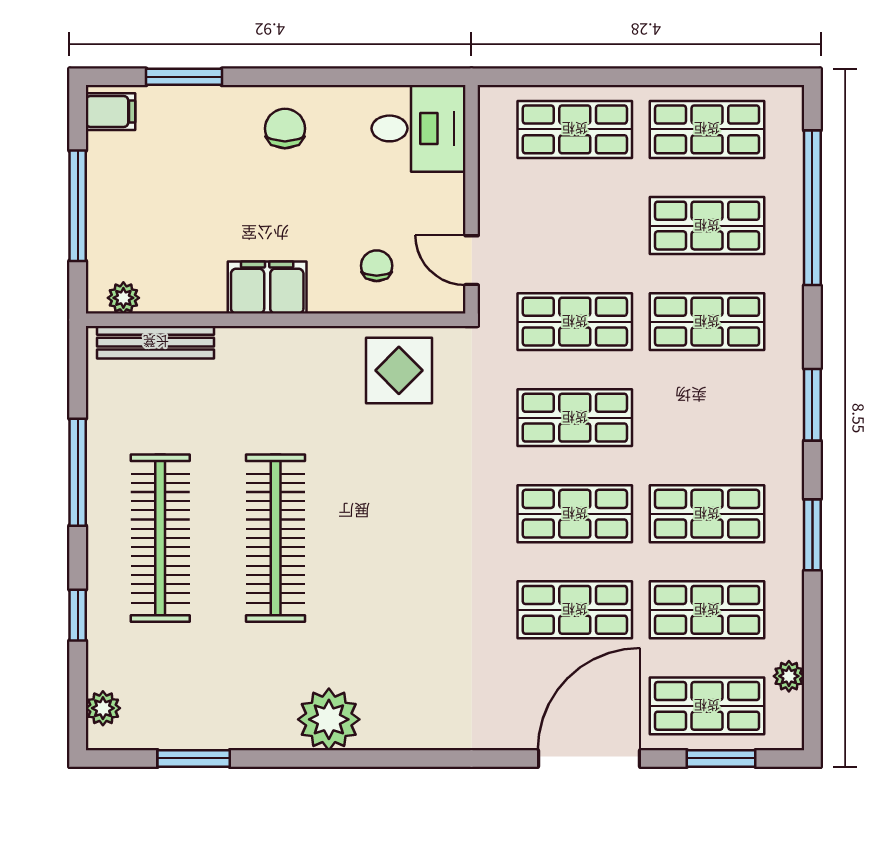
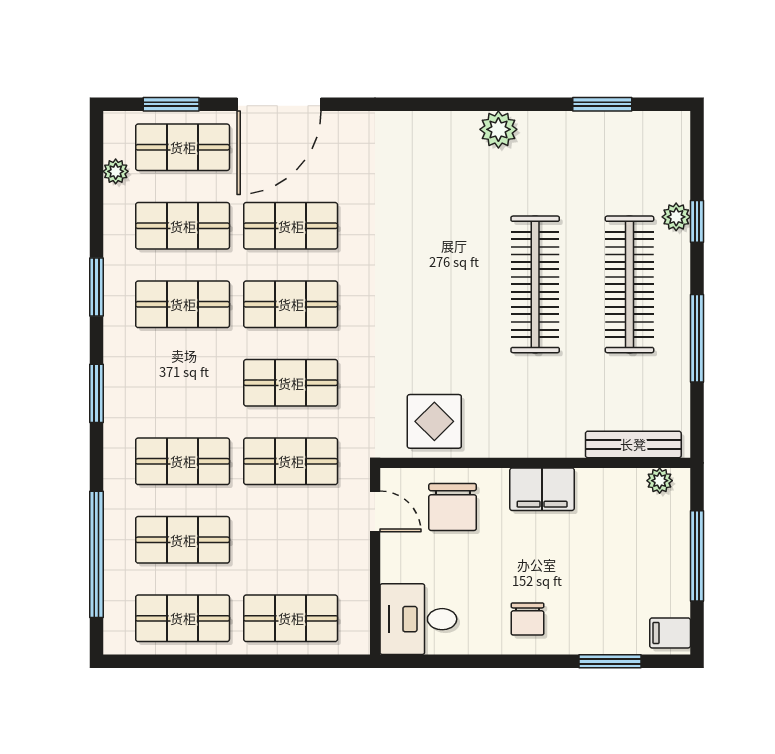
chair: (377, 266) -> (453, 507), width x1.87, depth x1.87
plant: (103, 708) -> (676, 217), moved
plant: (329, 719) -> (498, 129), width x0.73, depth x0.73

